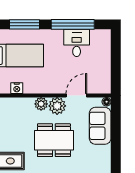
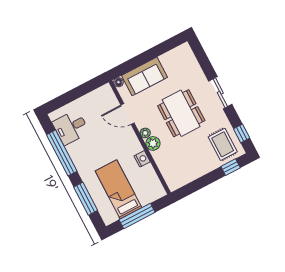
desk: (77, 43) -> (71, 127), moved
nightstand: (17, 88) -> (142, 159), moved
plant: (57, 106) -> (145, 133), width x0.53, depth x0.53

